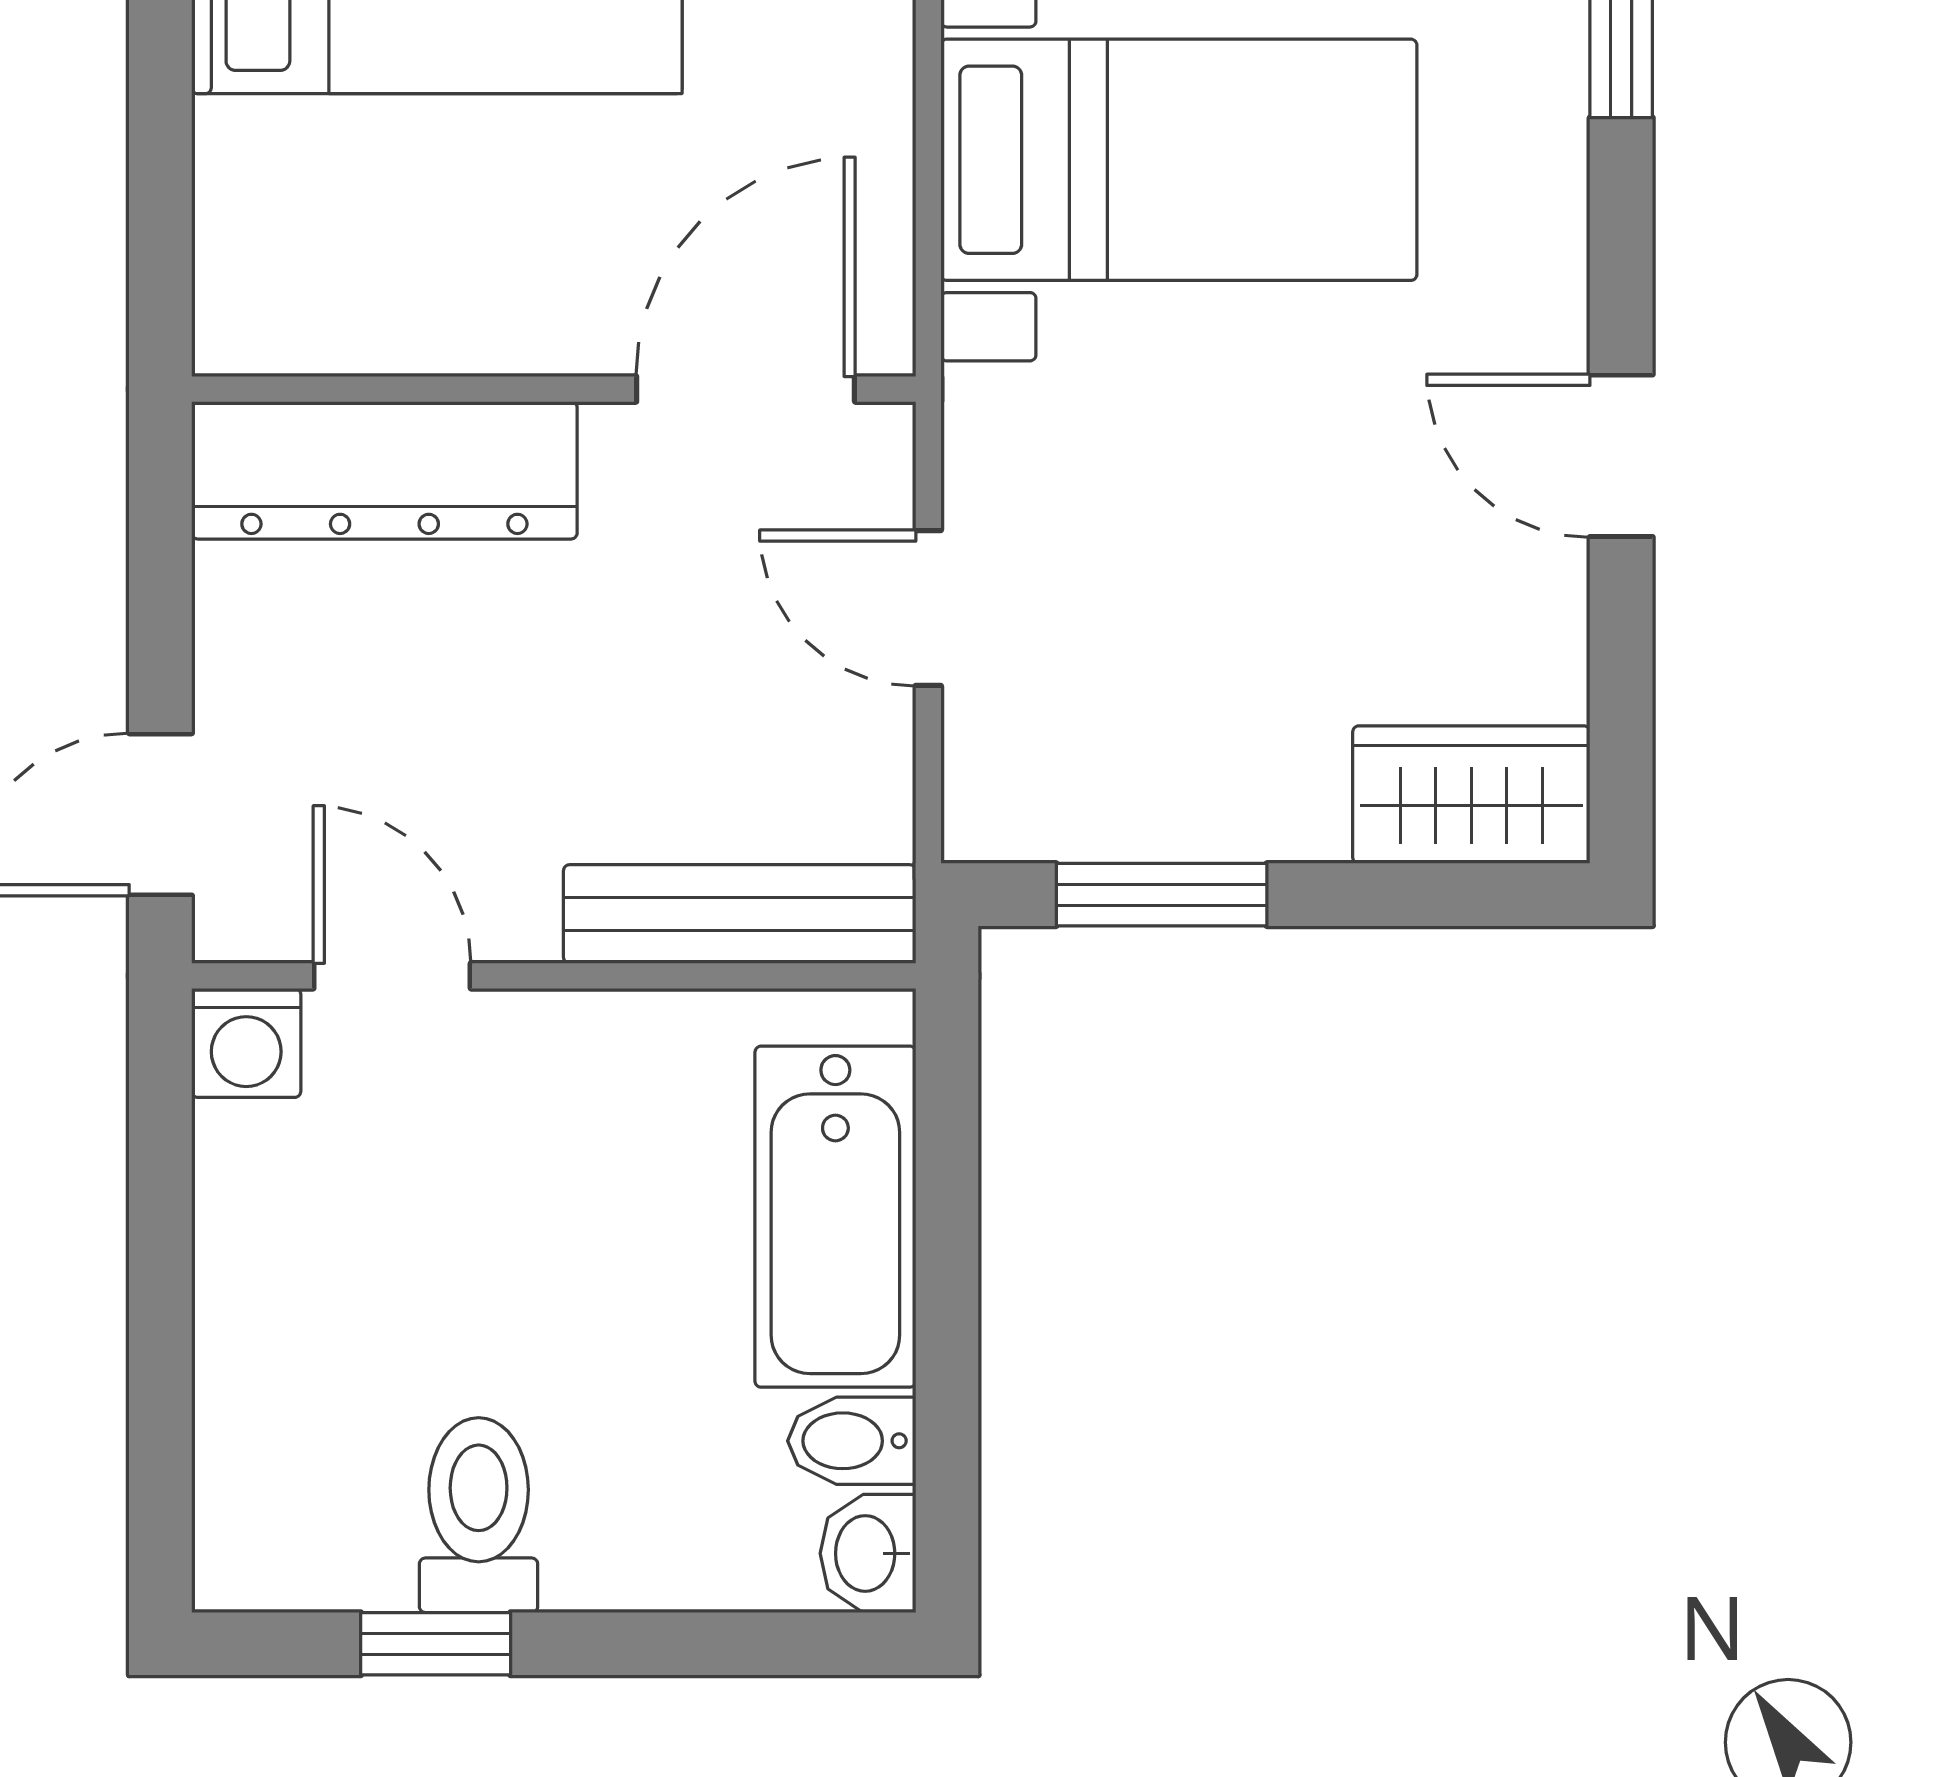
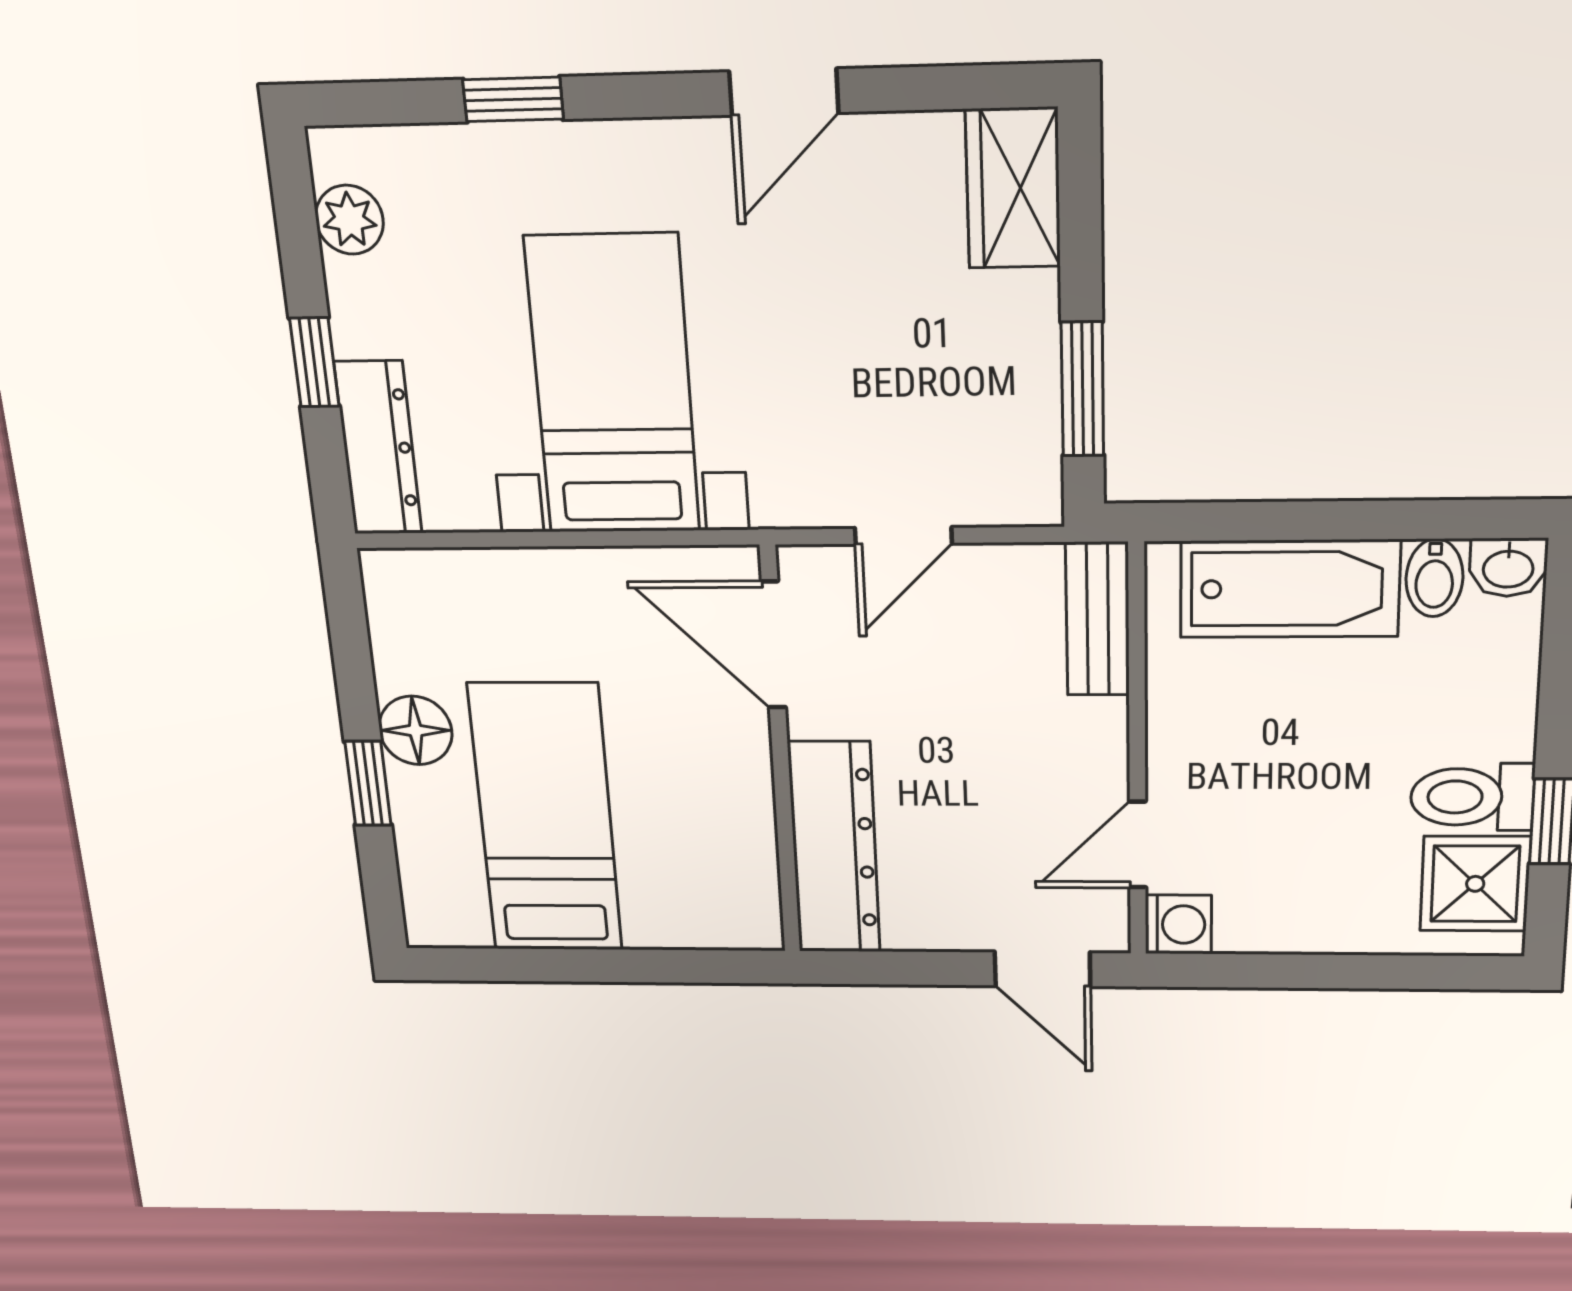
bench: (740, 914) -> (1098, 619), width x0.73
shower: (324, 1527) -> (1475, 884), added

